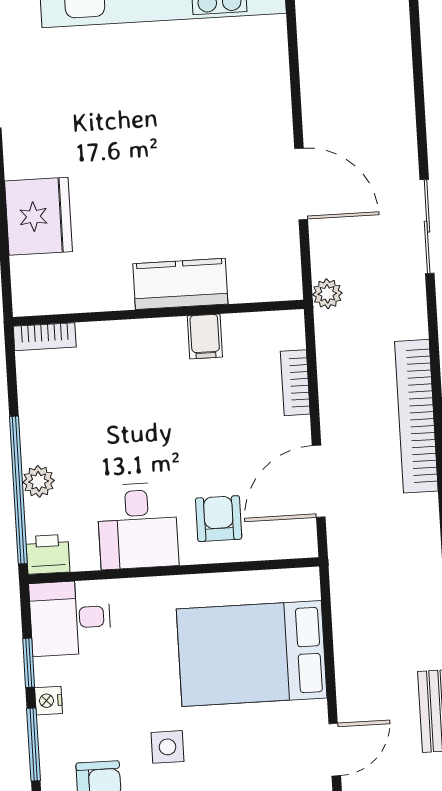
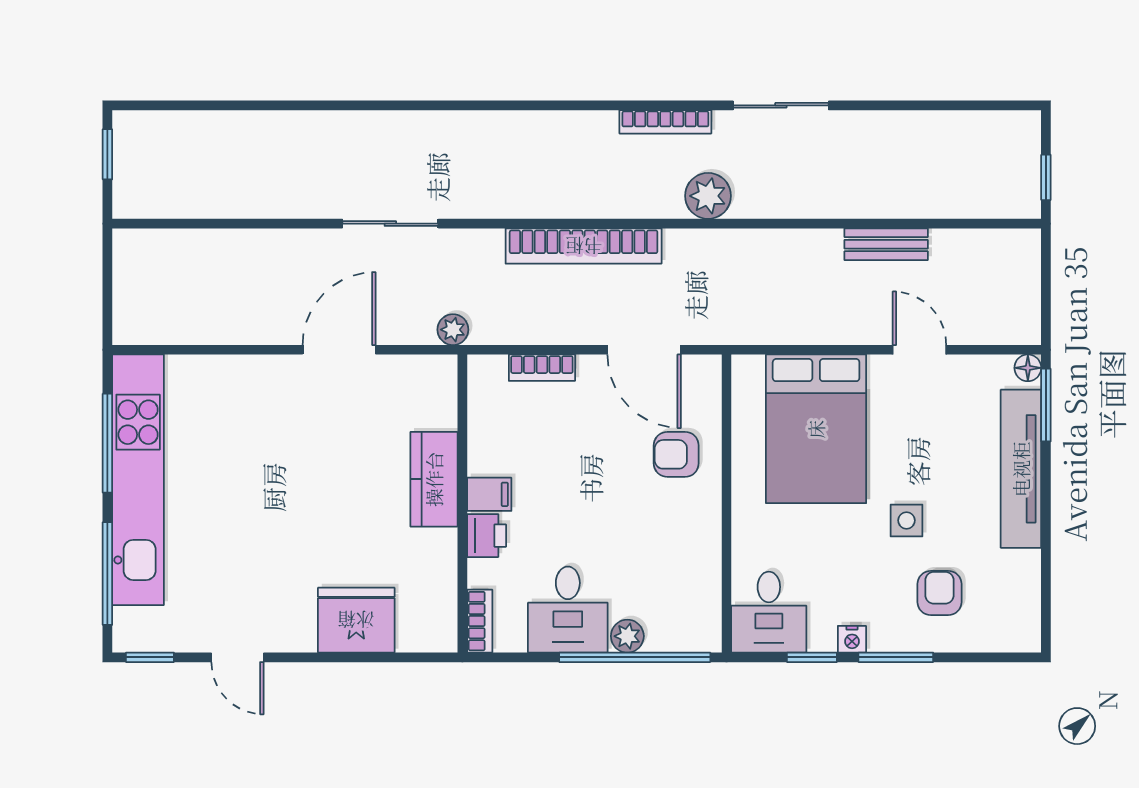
filing cabinet: (205, 336) -> (489, 494), moved
desk: (138, 526) -> (568, 610), moved, turned 90
printer: (48, 554) -> (487, 536), moved, turned 180

